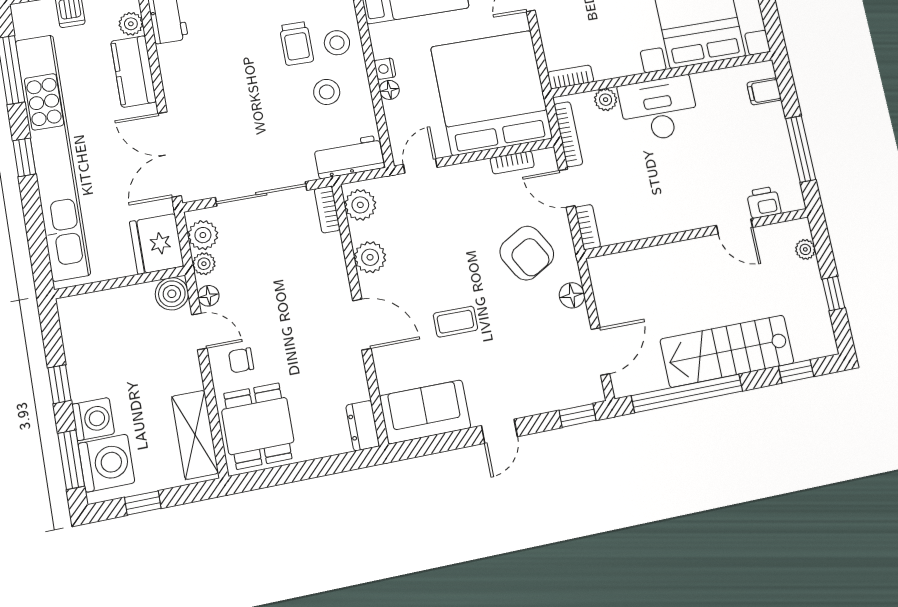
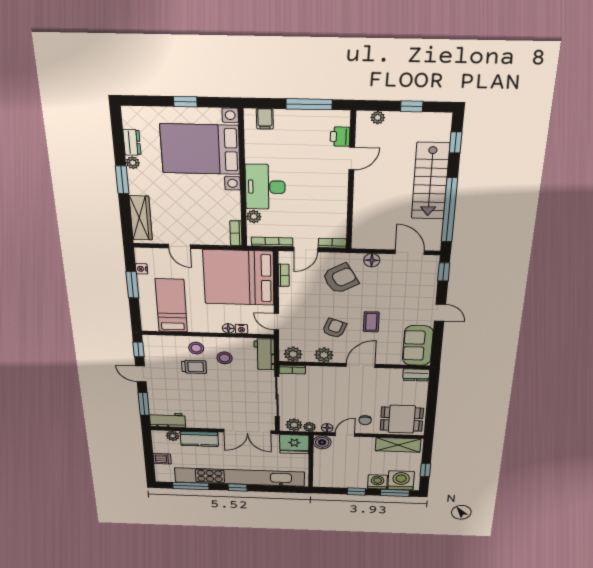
nightstand: (385, 69) -> (241, 329), moved
armchair: (429, 264) -> (334, 328), added

